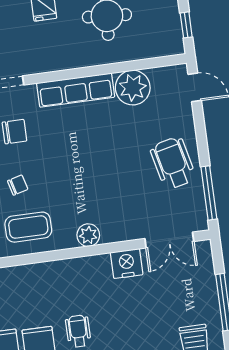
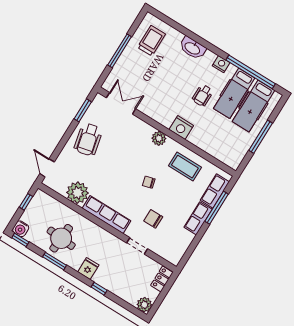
chair: (18, 185) -> (149, 182), moved
window: (209, 193) -> (83, 110), width x0.69
nightstand: (127, 264) -> (181, 127), moved

